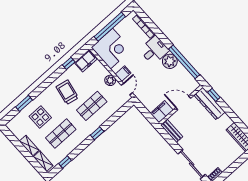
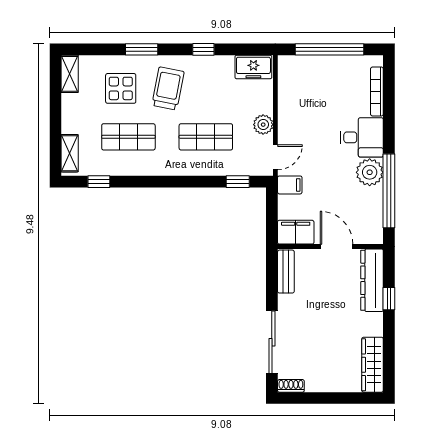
corner desk: (111, 49) -> (305, 82), removed
window: (69, 63) -> (203, 49), moved
filing cabinet: (123, 74) -> (290, 185), moved
trolley: (67, 92) -> (168, 88), moved
window: (214, 95) -> (389, 299), moved
window: (24, 103) -> (142, 49), moved
window: (97, 133) -> (238, 182), moved
shelving: (29, 146) -> (70, 74), moved

